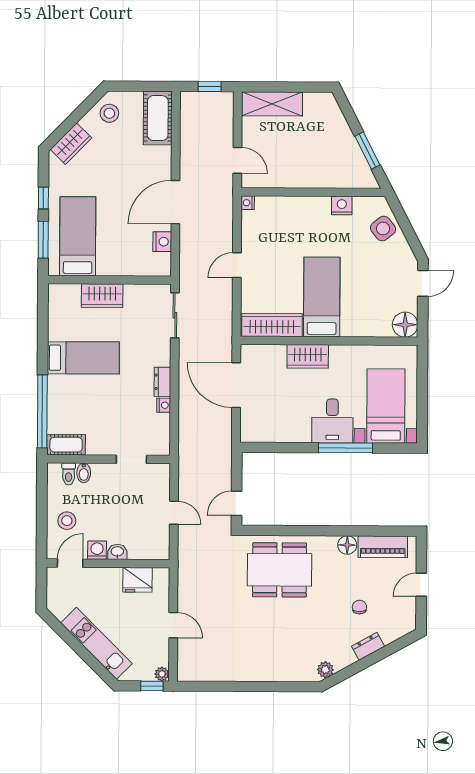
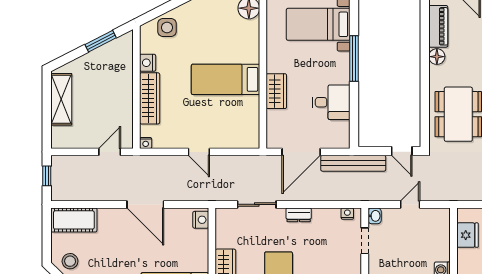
shelving: (272, 104) -> (61, 99), moved
side table: (383, 229) -> (167, 28), turned 38
nightstand: (162, 242) -> (201, 220), moved, turned 90
sliding door: (175, 315) -> (257, 204), moved
wardrobe: (272, 325) -> (150, 98), moved, turned 180
nightstand: (164, 405) -> (347, 214), moved
desk: (332, 421) -> (331, 102), moved
bench: (223, 446) -> (353, 163), added
washbasin: (117, 552) -> (375, 216), moved, turned 180

